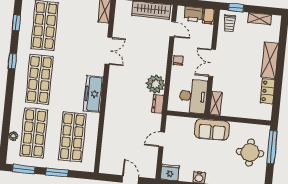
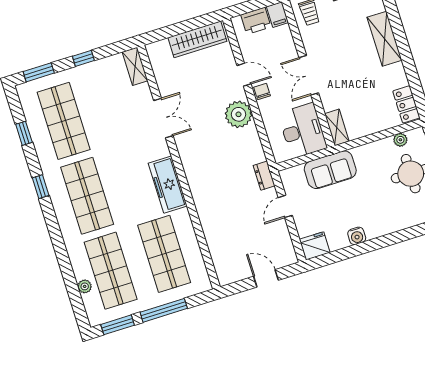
door: (173, 29) -> (244, 75), moved
plant: (156, 84) -> (238, 114), moved
locker: (268, 91) -> (406, 104), moved
dresser: (158, 104) -> (264, 176), moved
plant: (253, 128) -> (400, 140), added
sofa: (212, 130) -> (330, 170), moved
window: (57, 172) -> (164, 310), width x1.44

